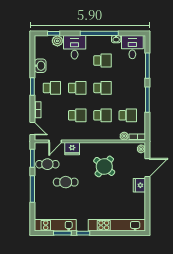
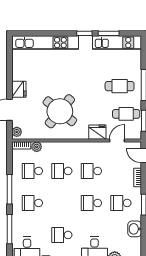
school desk: (103, 88) -> (32, 203), moved
round table: (104, 166) -> (60, 111), width x1.36, depth x1.36
cafe table: (66, 182) -> (120, 86), moved

